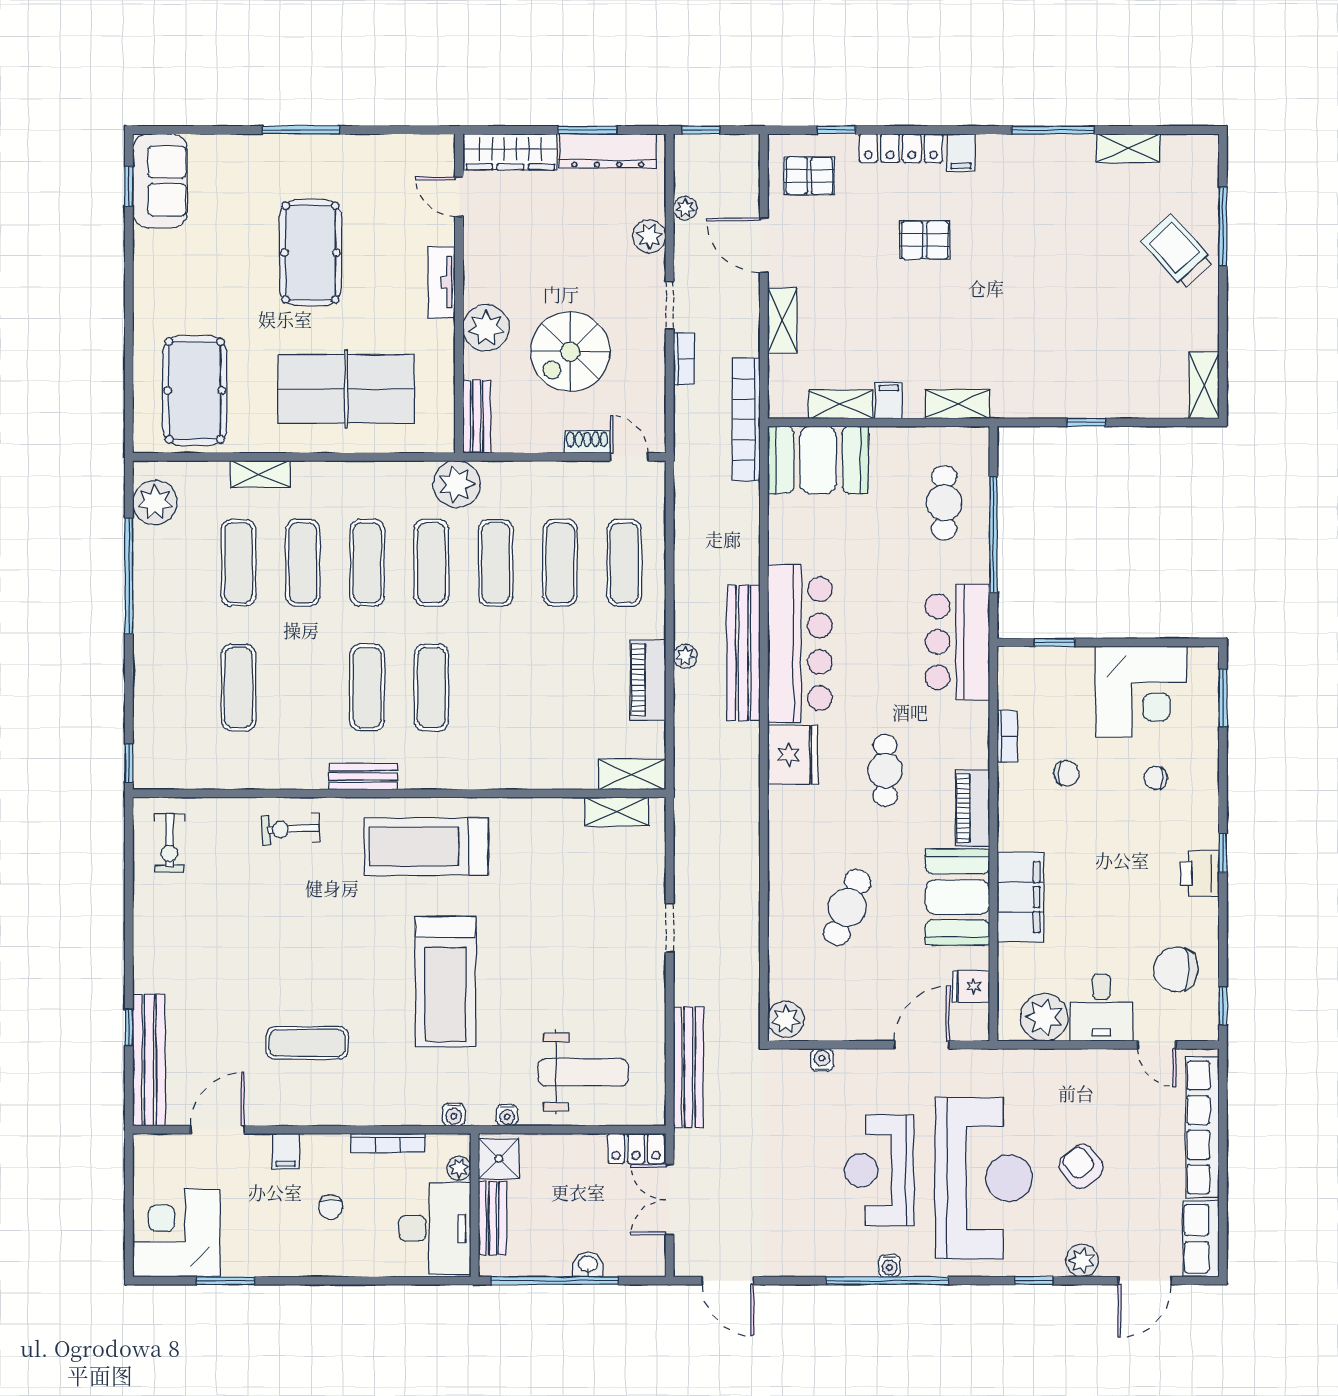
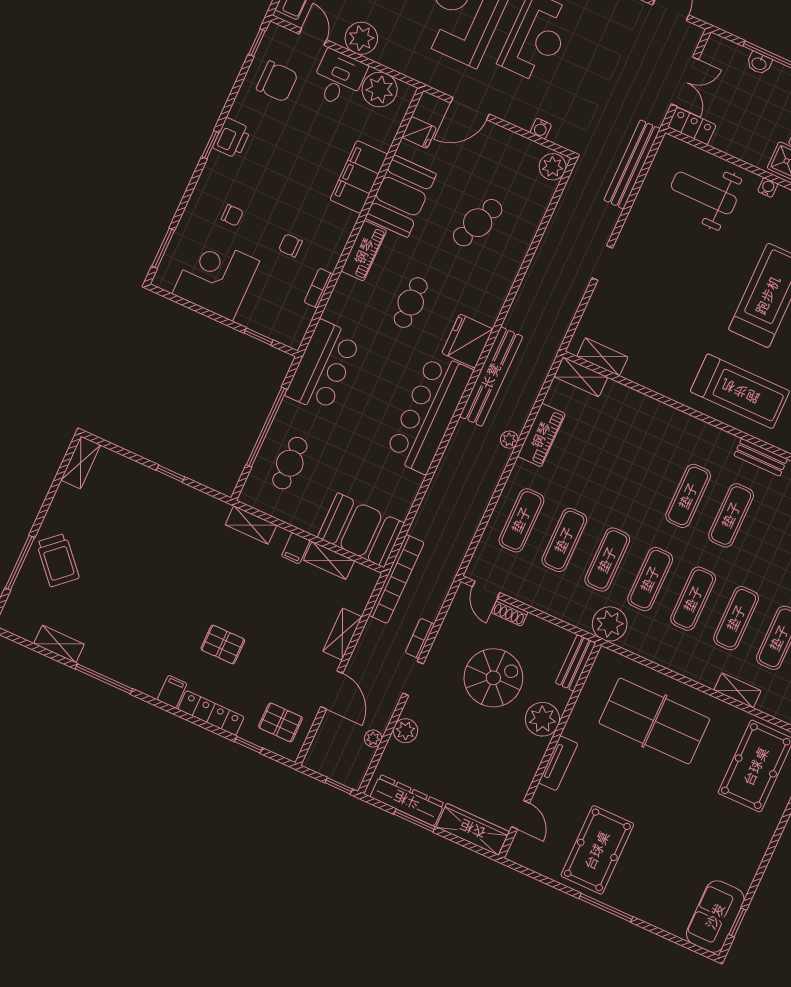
pool table: (311, 253) -> (597, 850), moved
bench: (743, 653) -> (491, 376), moved
plant: (1096, 1071) -> (361, 38), added

